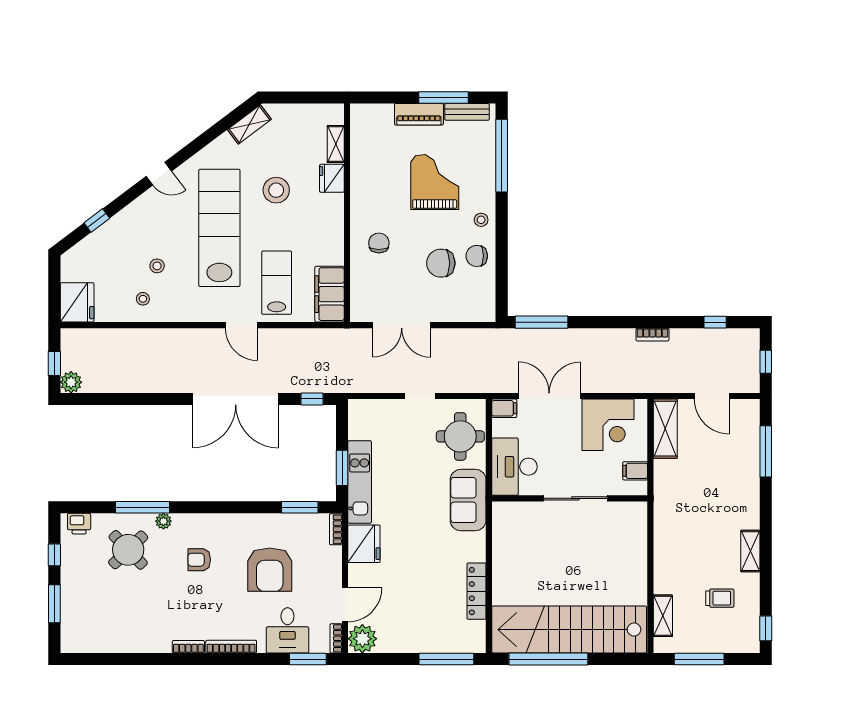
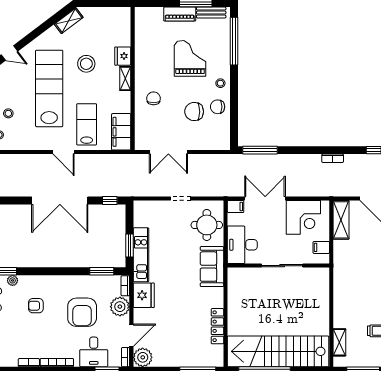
shelving: (336, 144) -> (125, 78), moved
plant: (327, 561) -> (120, 307), added

